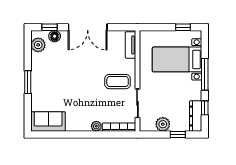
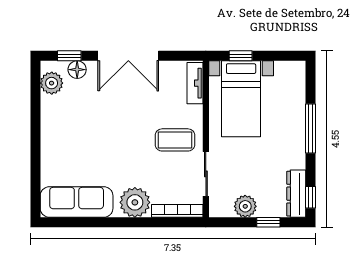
window: (183, 27) -> (241, 56), moved
bed with nightstands: (177, 59) -> (241, 99), moved, turned -90
window: (28, 82) -> (35, 141), removed
window: (205, 108) -> (310, 197), moved
sofa: (48, 121) -> (77, 202), width x1.36
plant: (96, 126) -> (135, 202), width x1.88, depth x1.88

